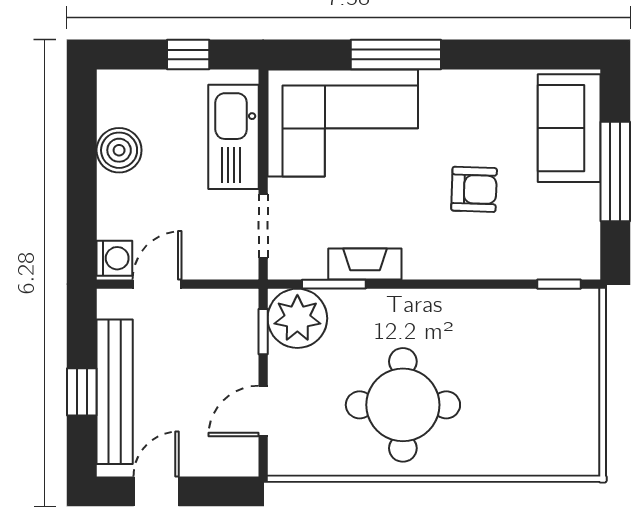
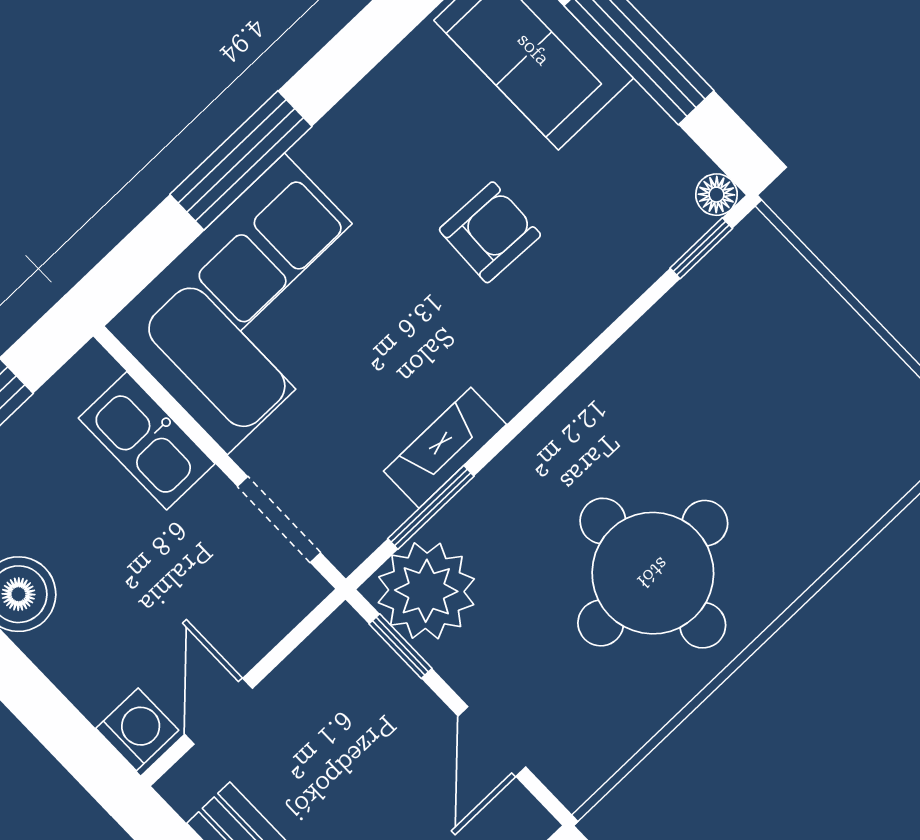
kitchen sink: (234, 137) -> (147, 441), width x0.73, depth x0.81
floor lamp: (588, 267) -> (716, 195), added

